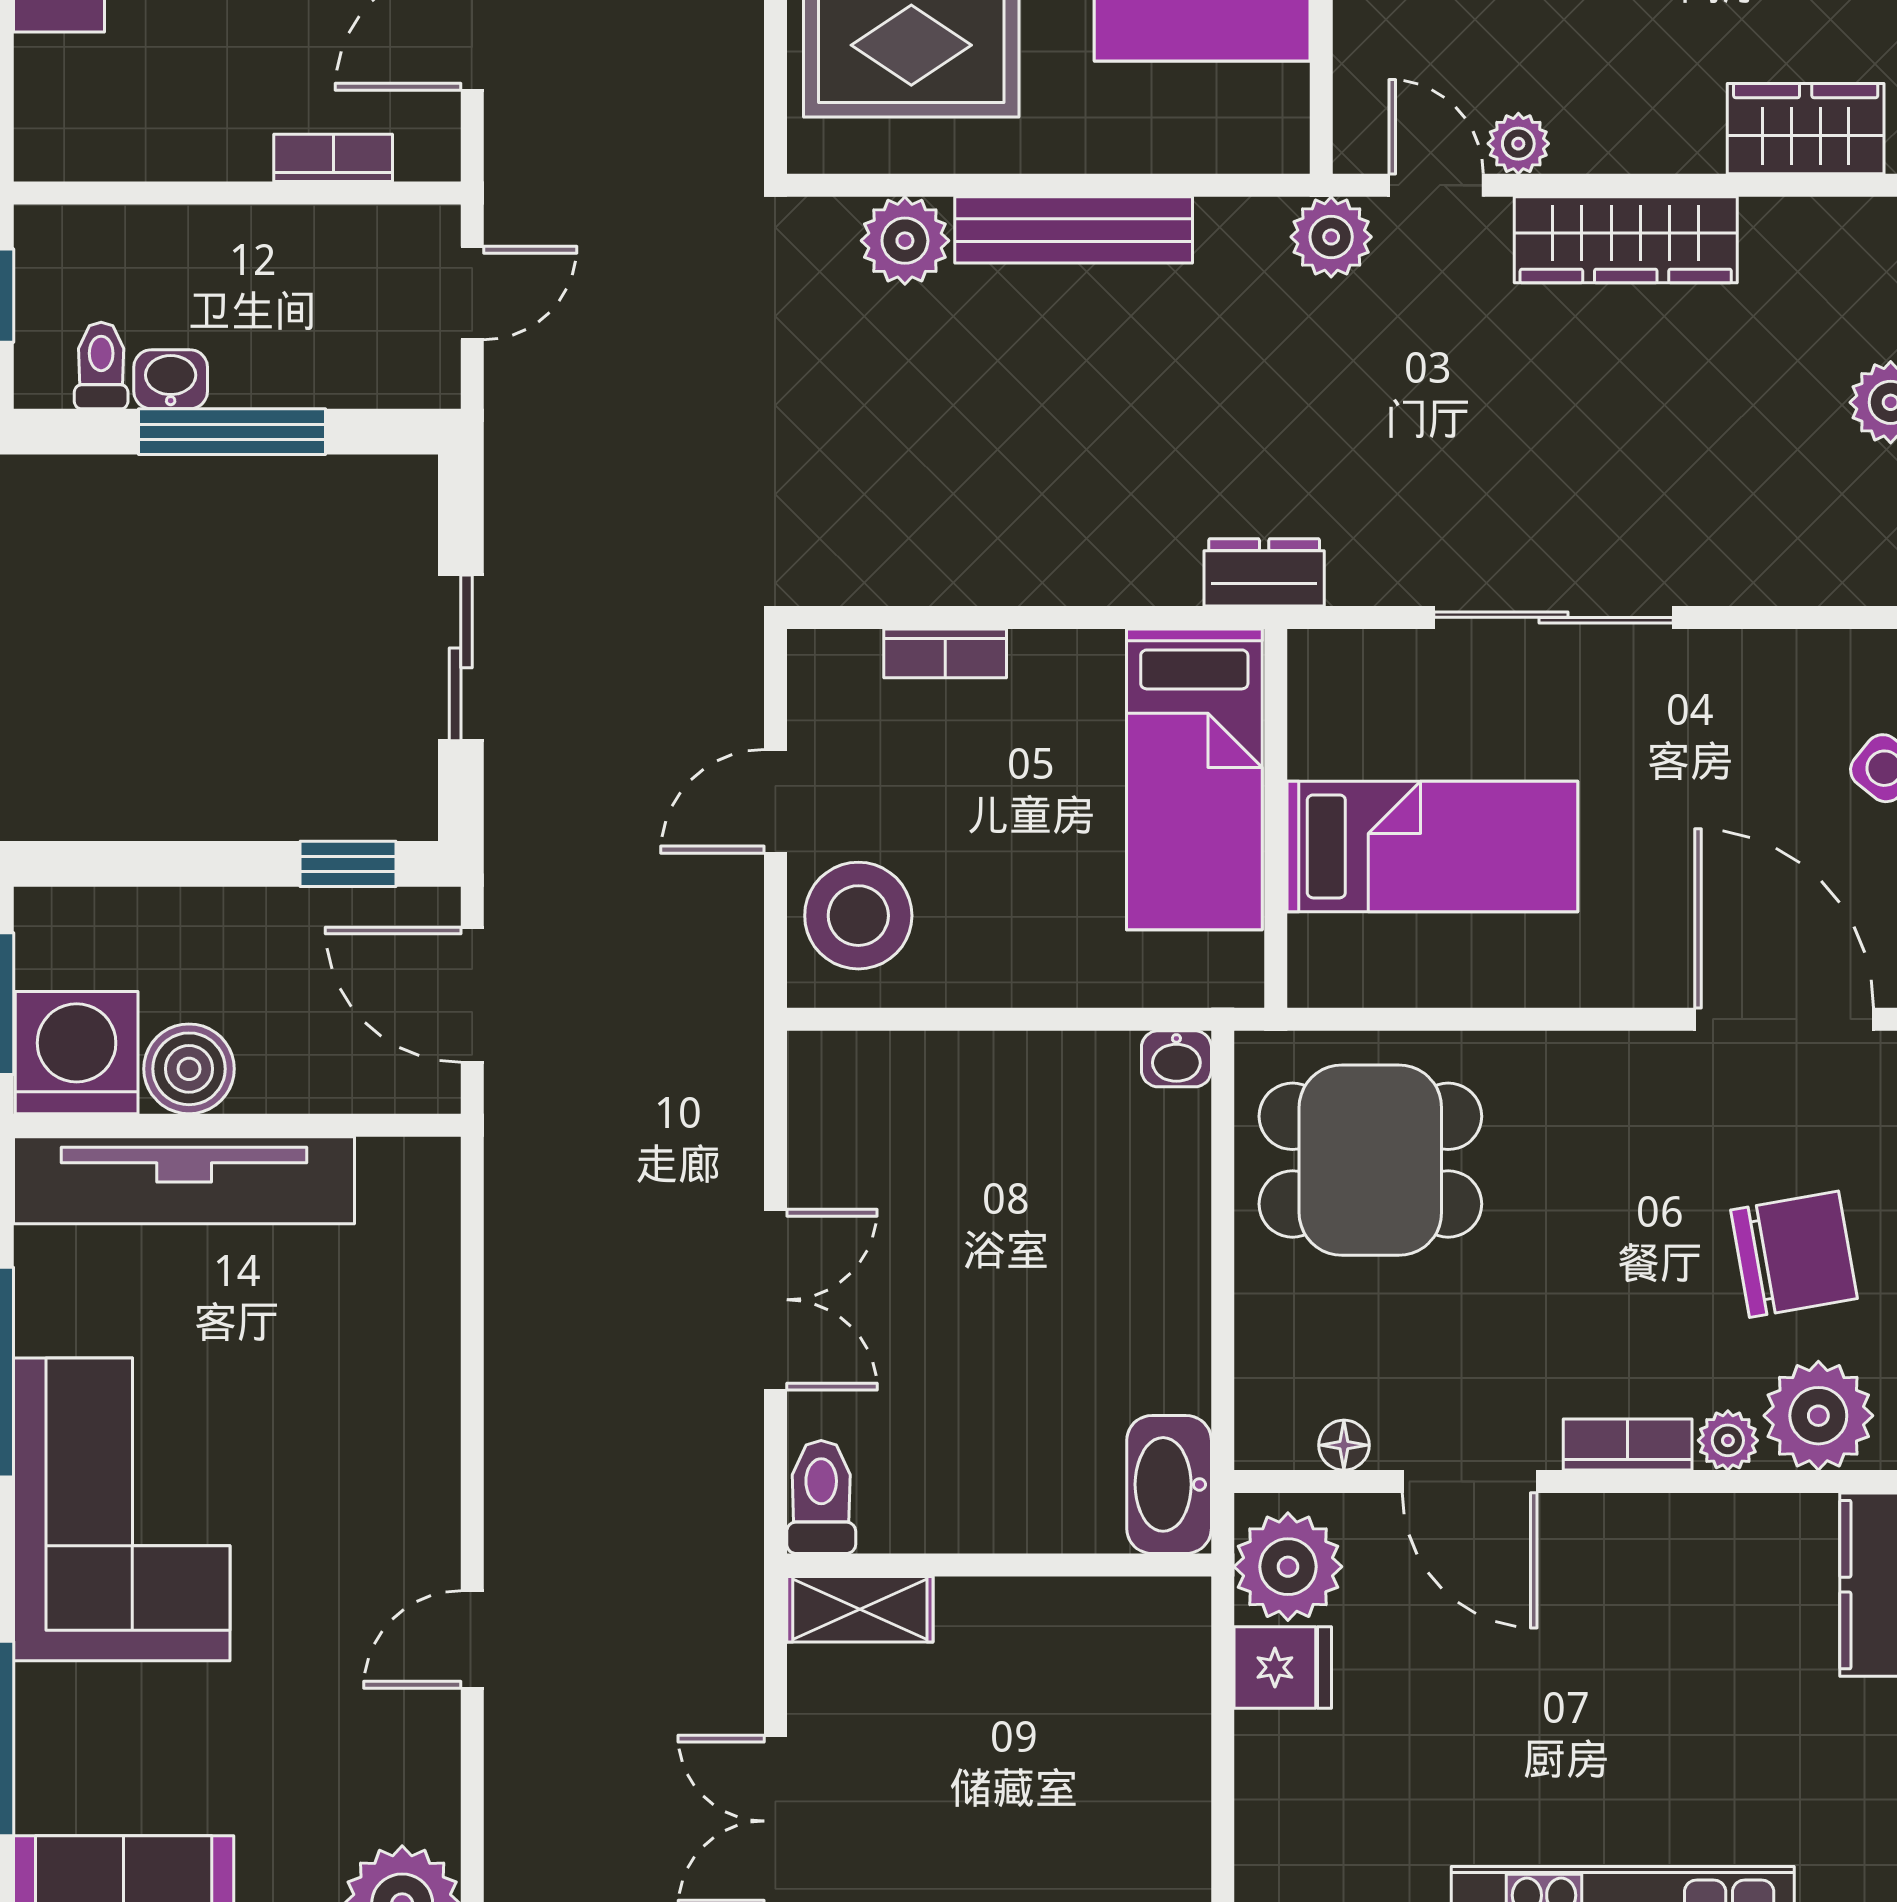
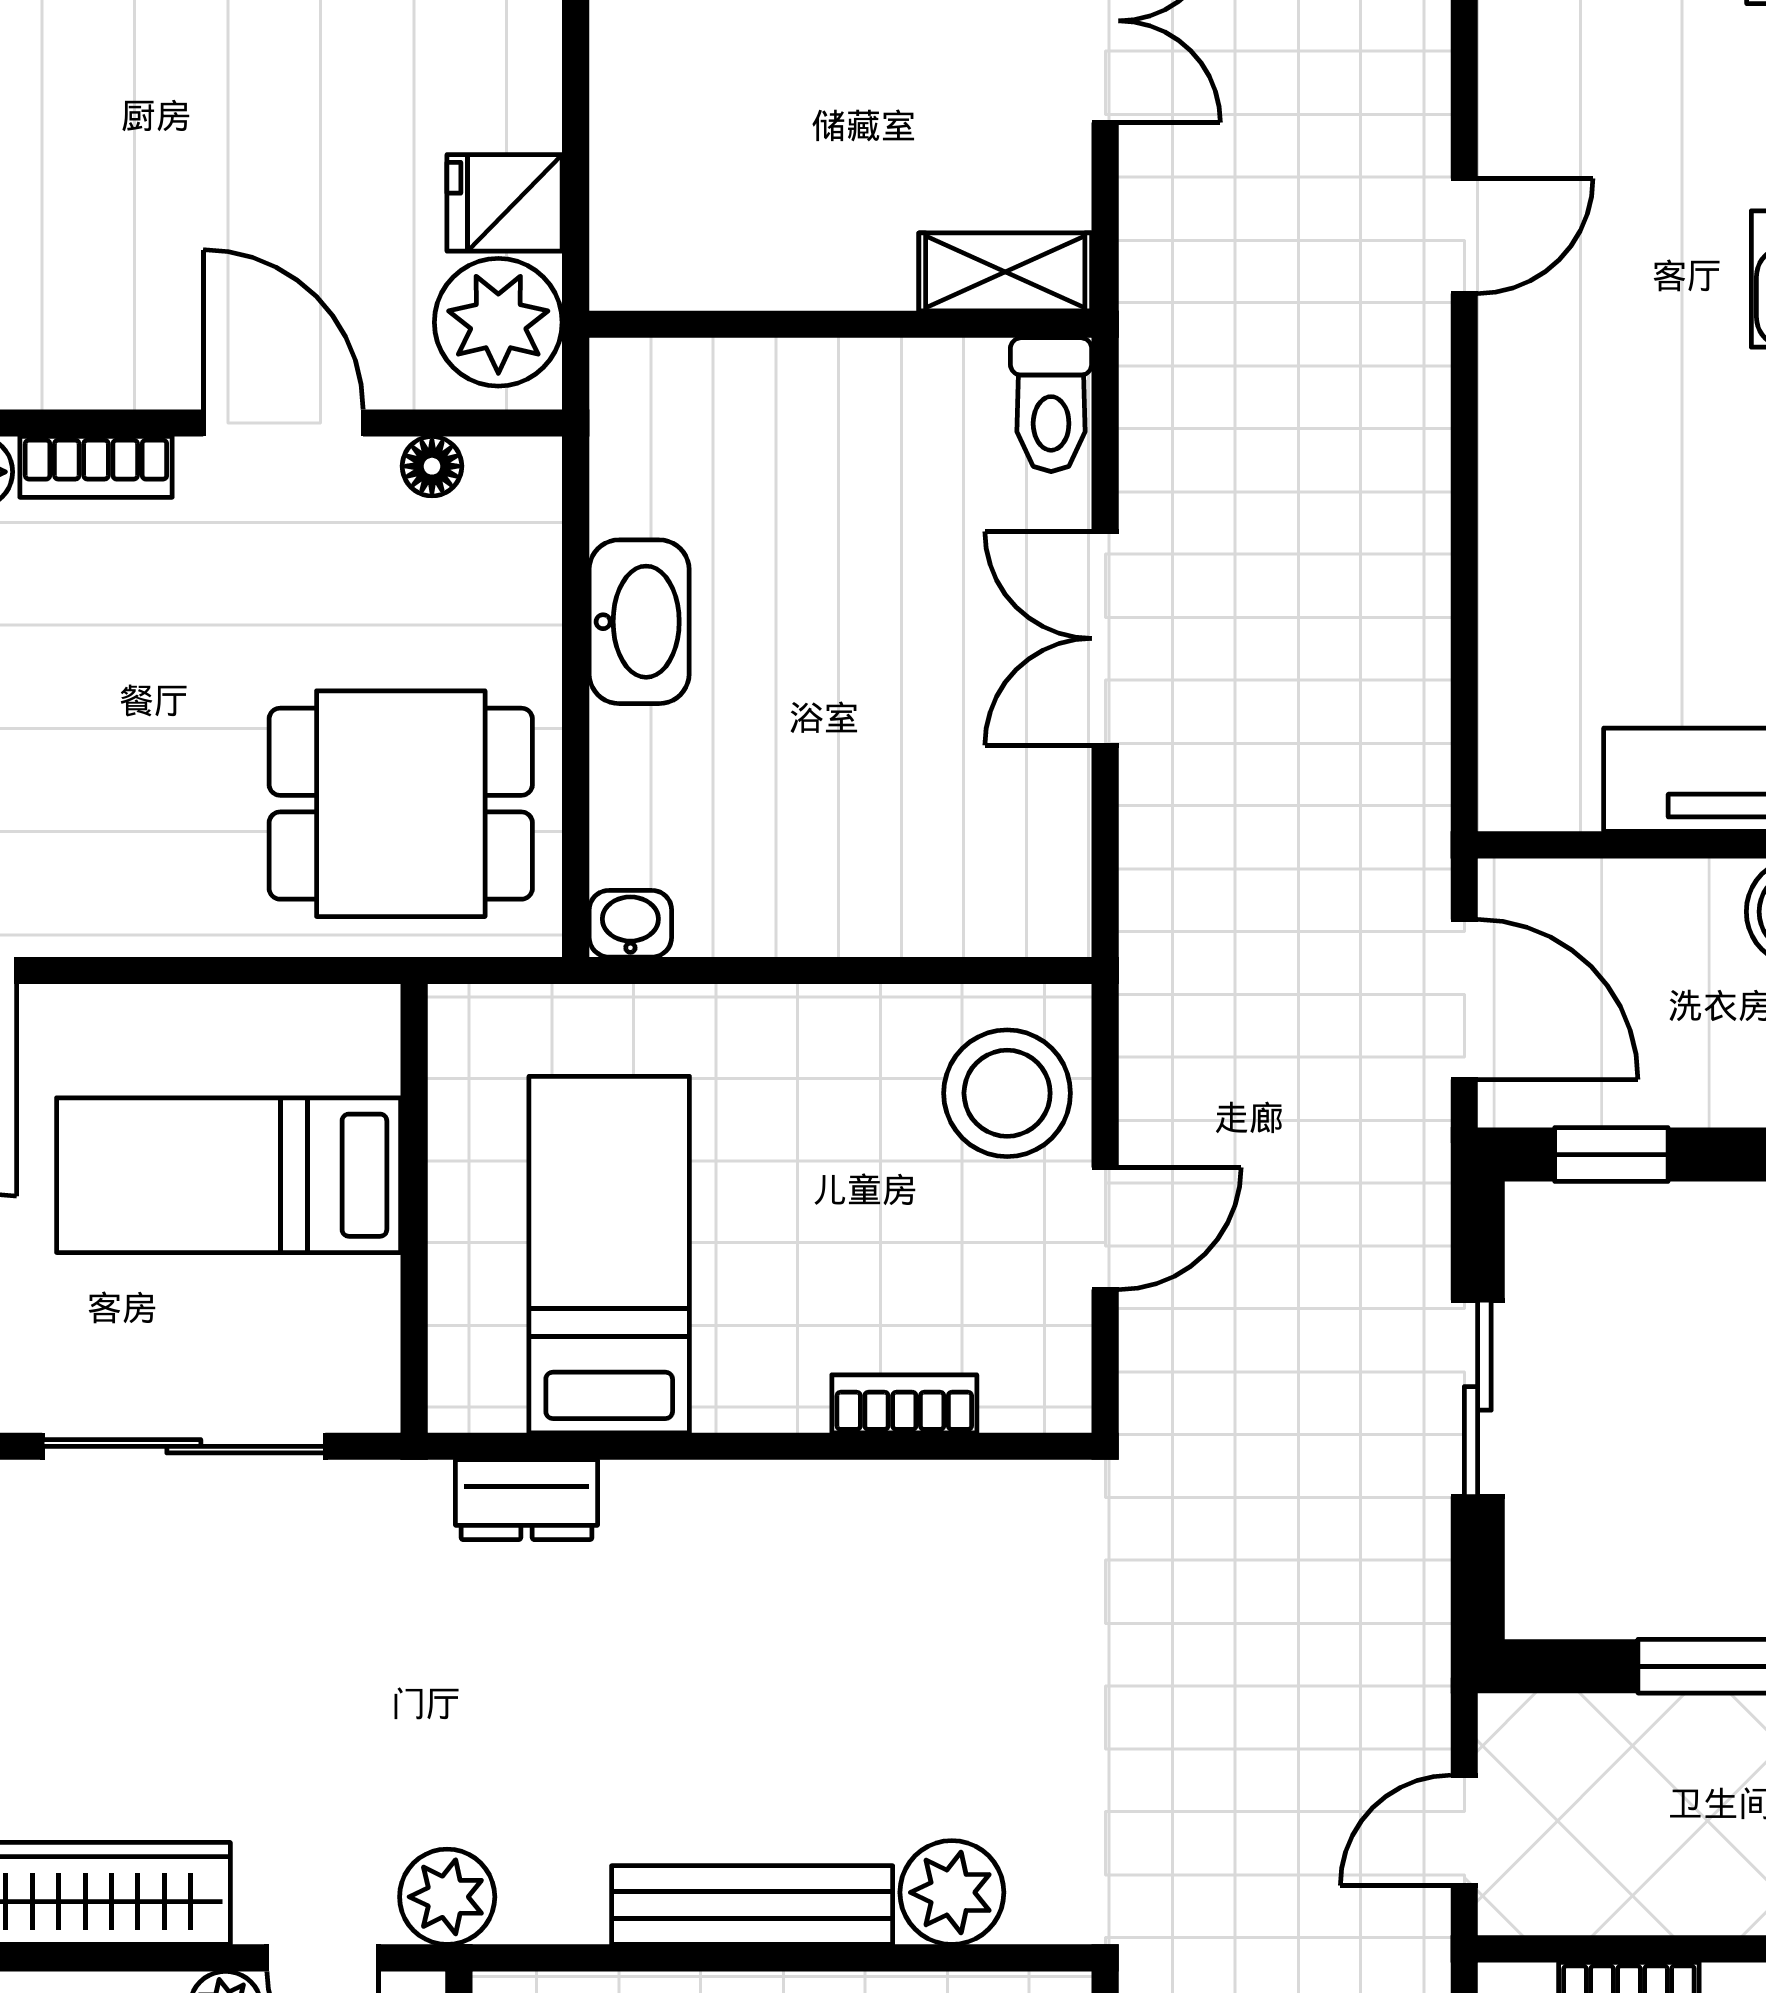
wall: (1276, 818) -> (414, 1208), moved
bed: (1432, 846) -> (229, 1175), moved
washbasin: (1169, 1484) -> (639, 622), moved

